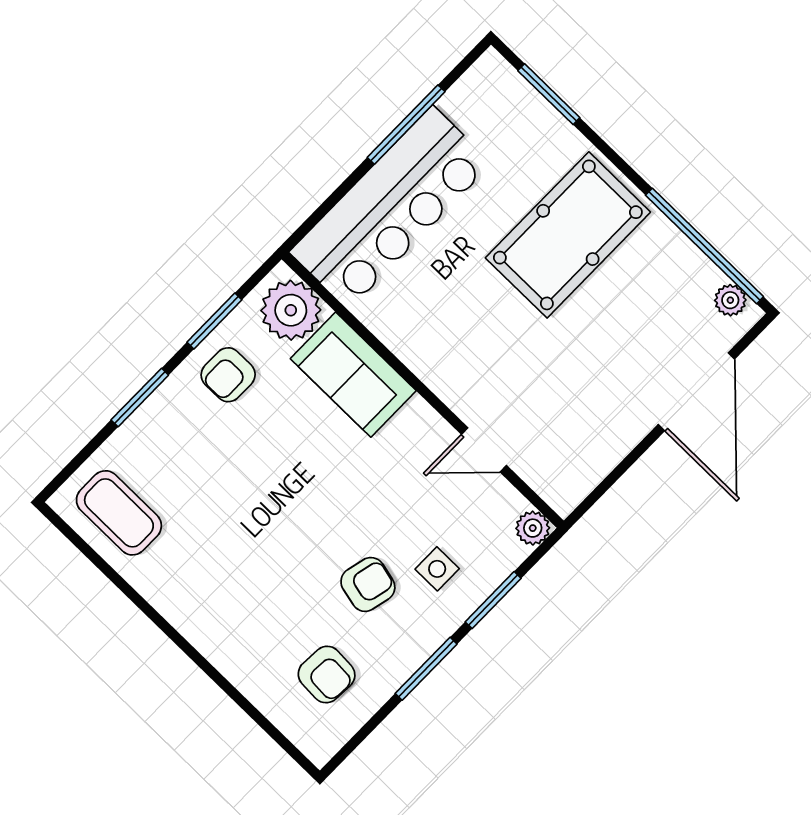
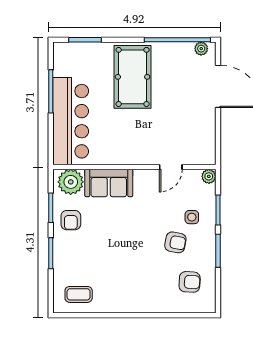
coffee table: (119, 513) -> (79, 294), width x0.73, depth x0.77
armchair: (368, 584) -> (175, 242), turned 88

